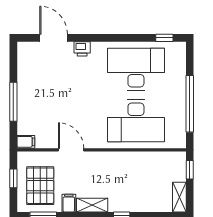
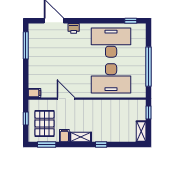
window: (13, 102) -> (26, 45), moved

